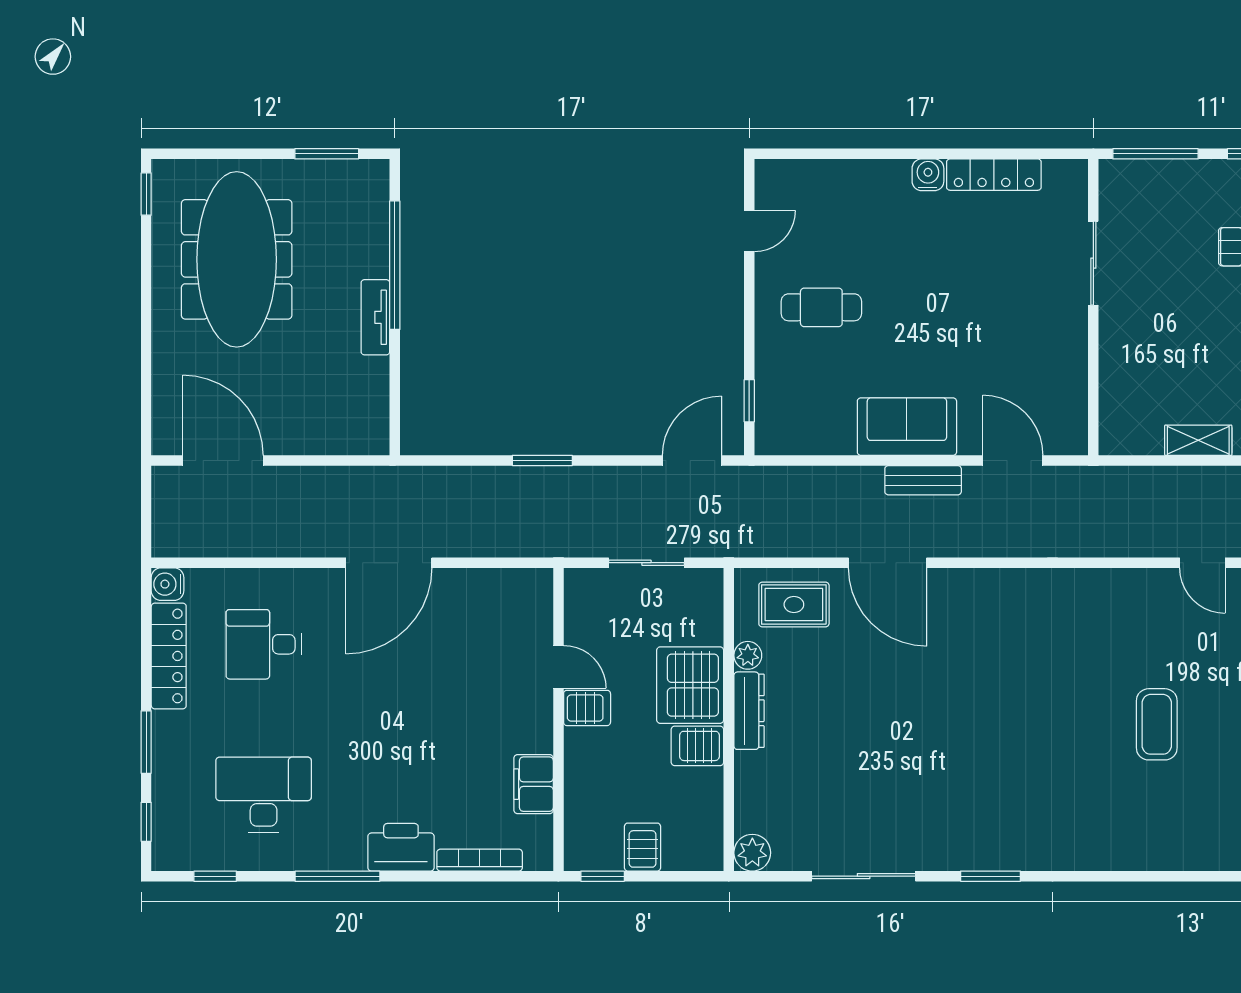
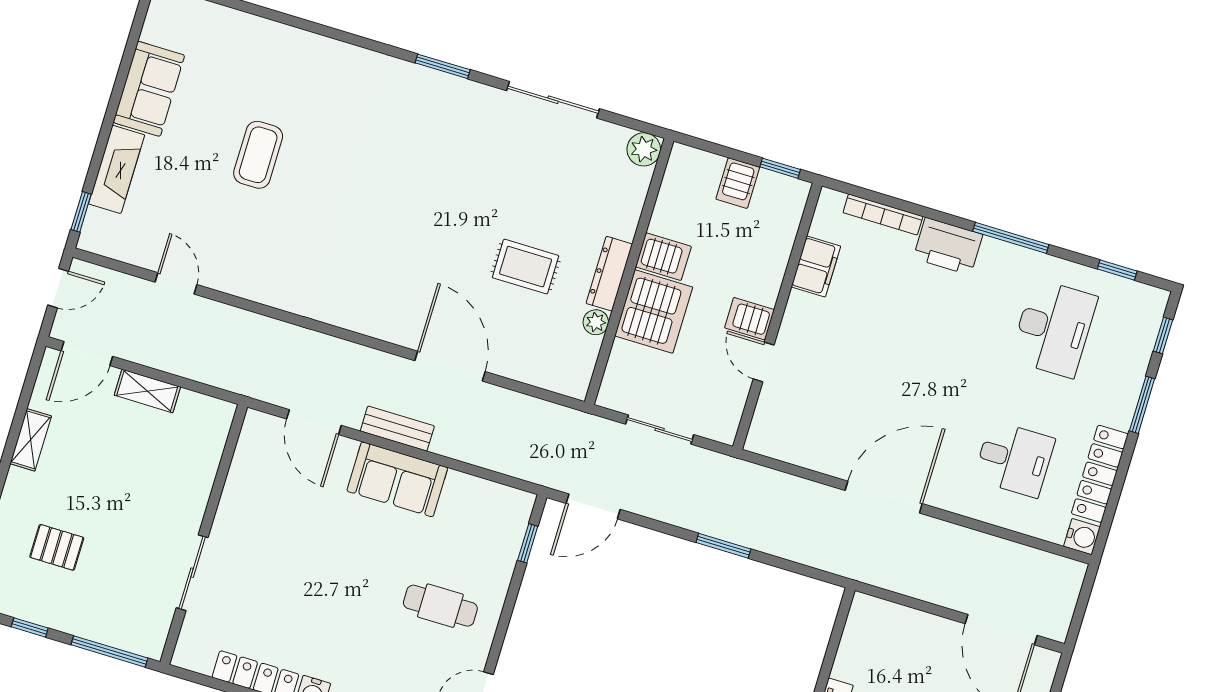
rug: (794, 604) -> (526, 267), moved
desk: (264, 795) -> (1054, 328), turned -90

